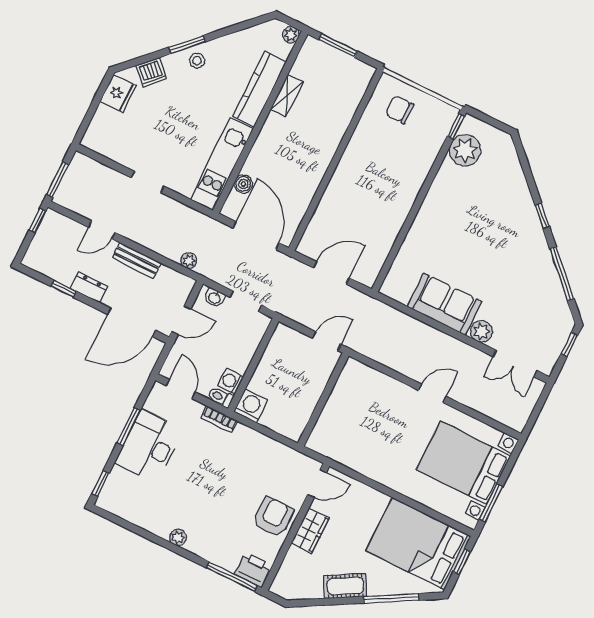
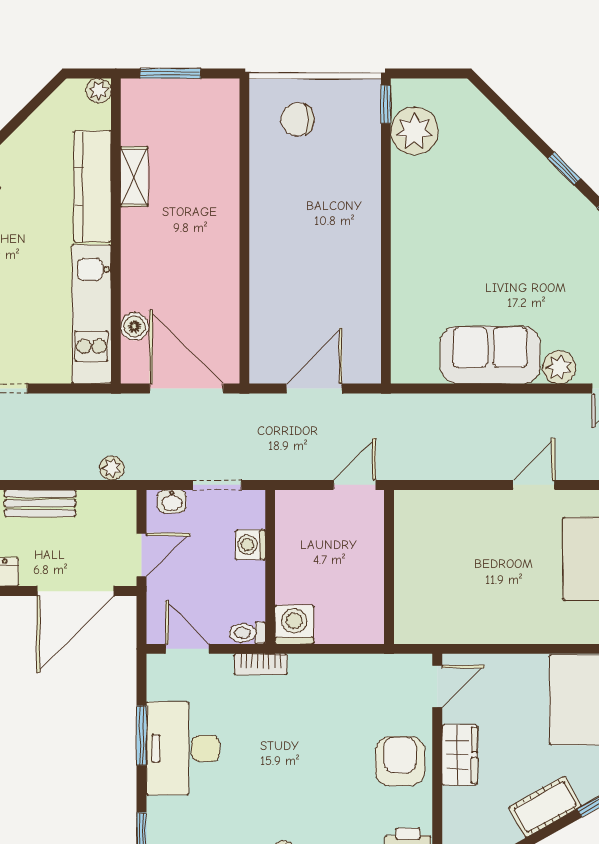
washing machine: (231, 381) -> (250, 545), moved

